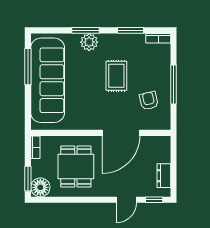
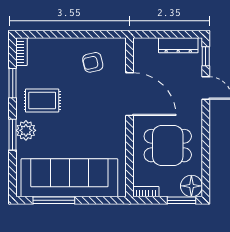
rug: (116, 76) -> (42, 100), moved
window: (173, 85) -> (74, 34), removed
dresser: (164, 176) -> (178, 45), width x1.44

